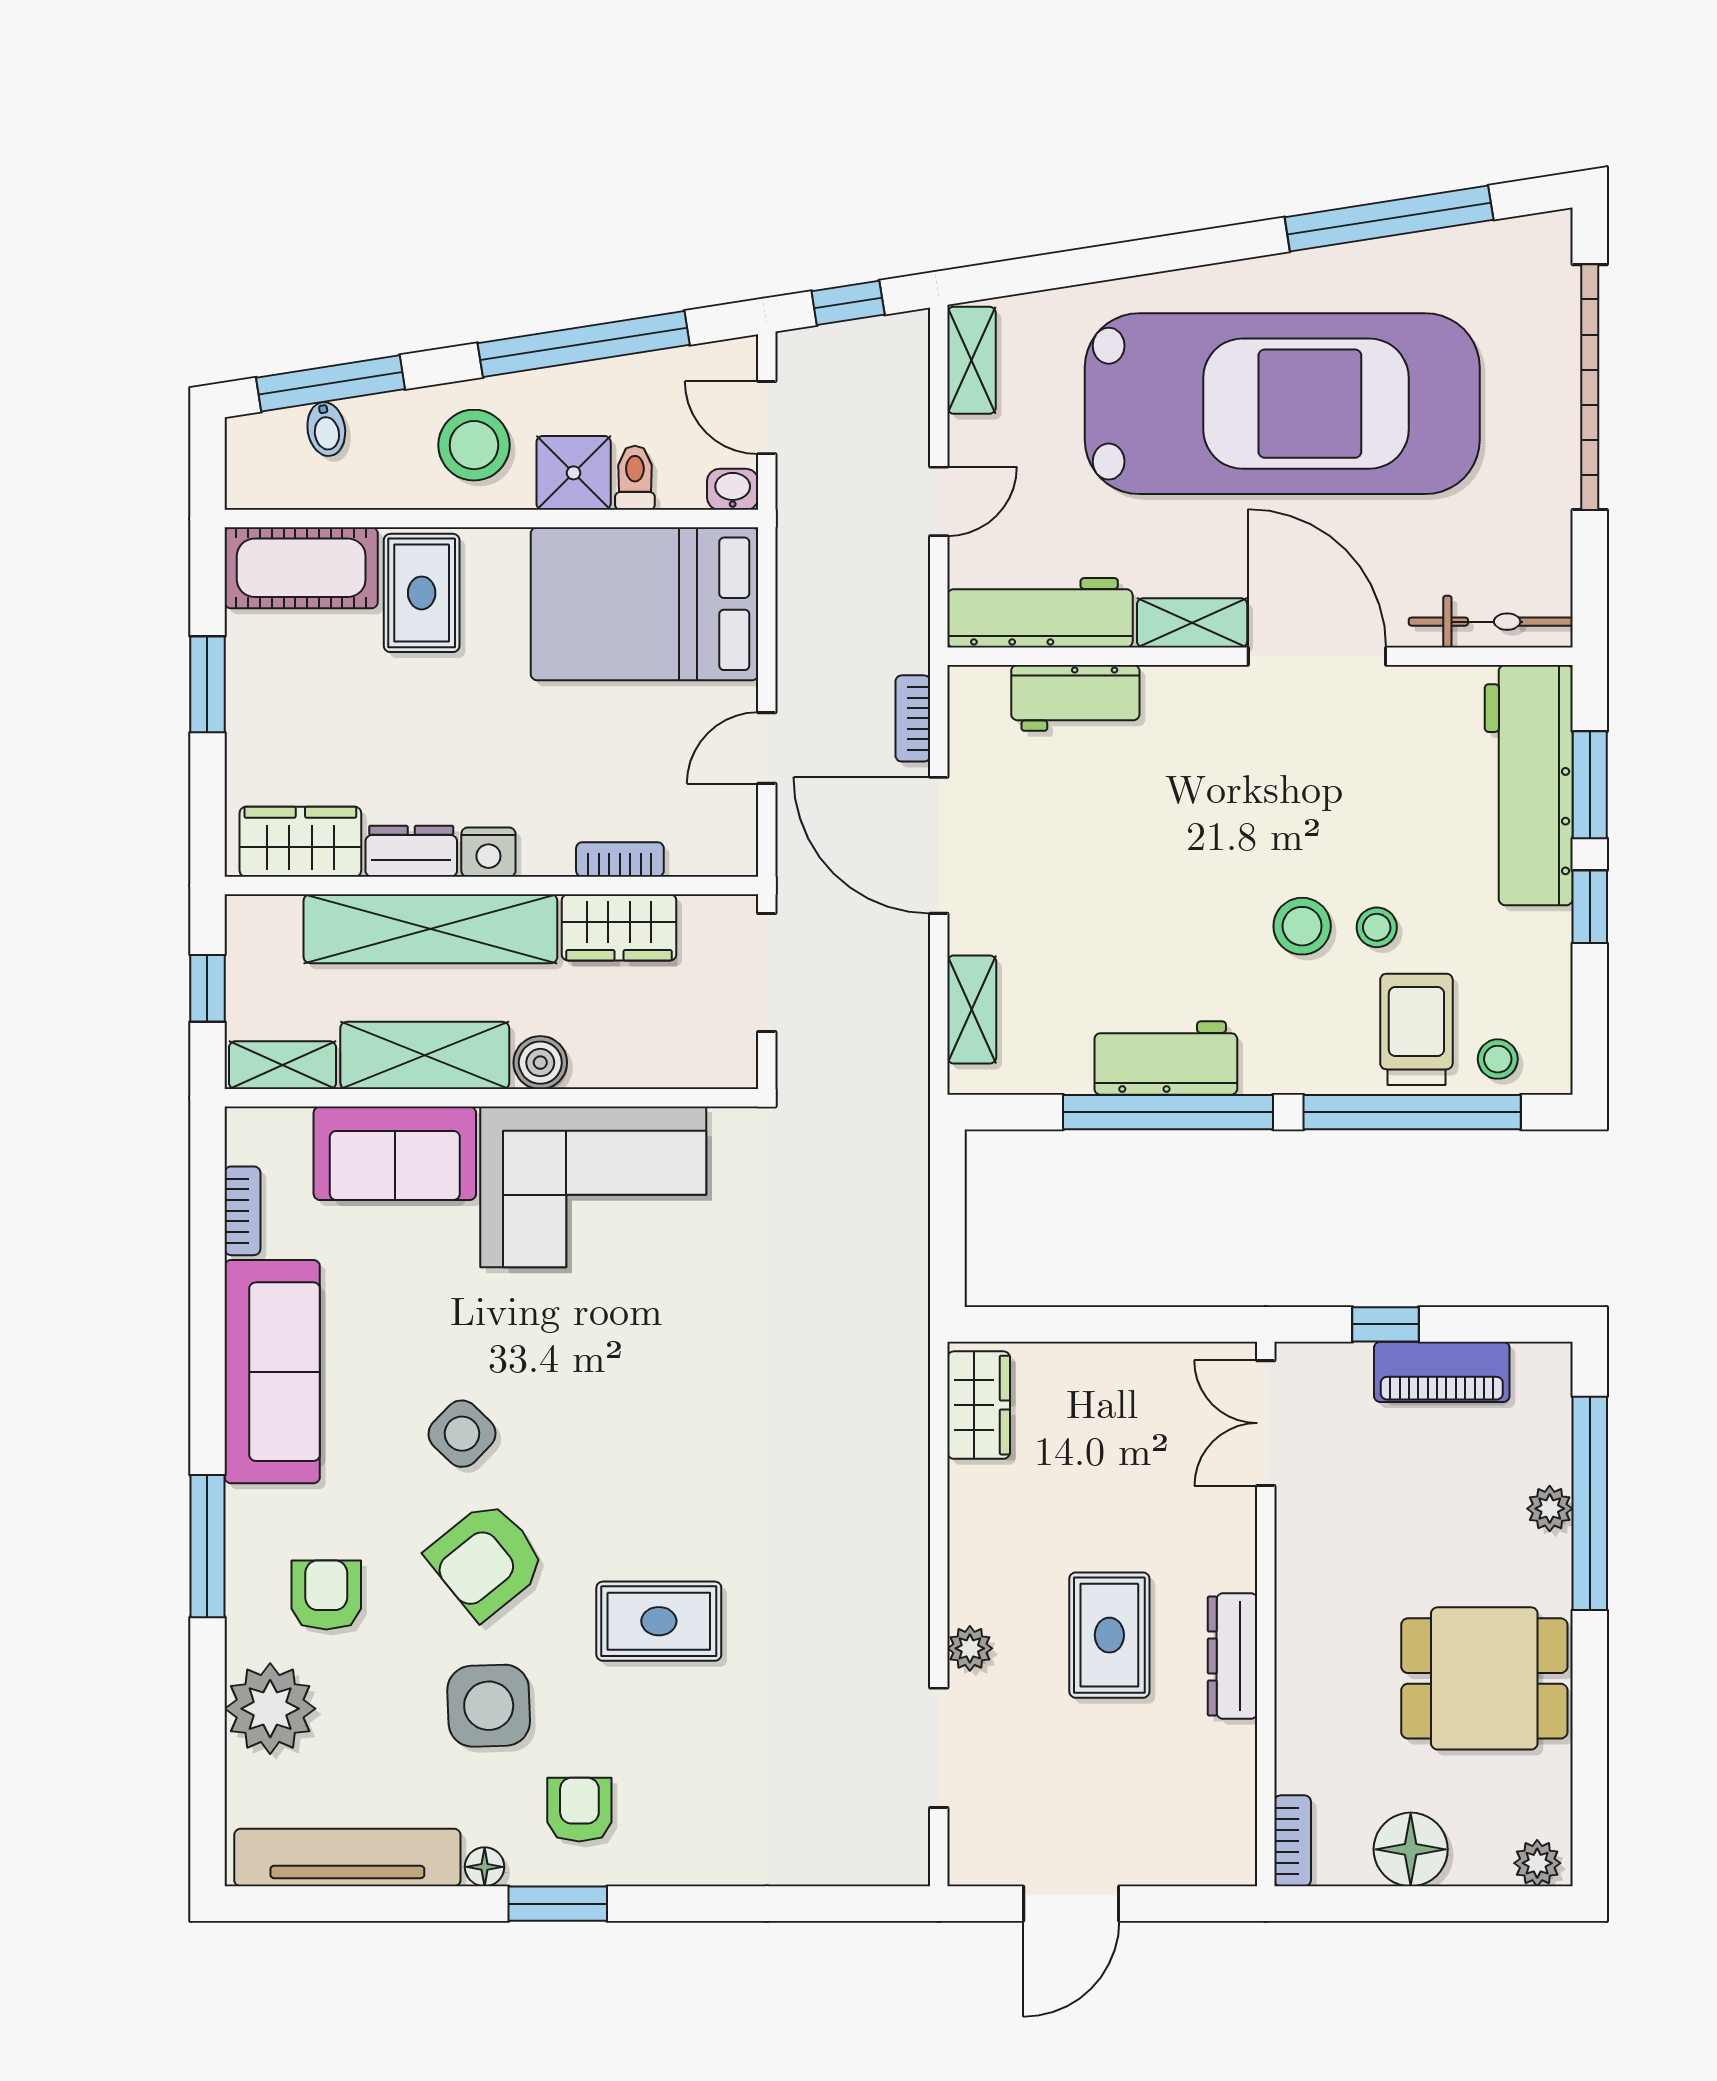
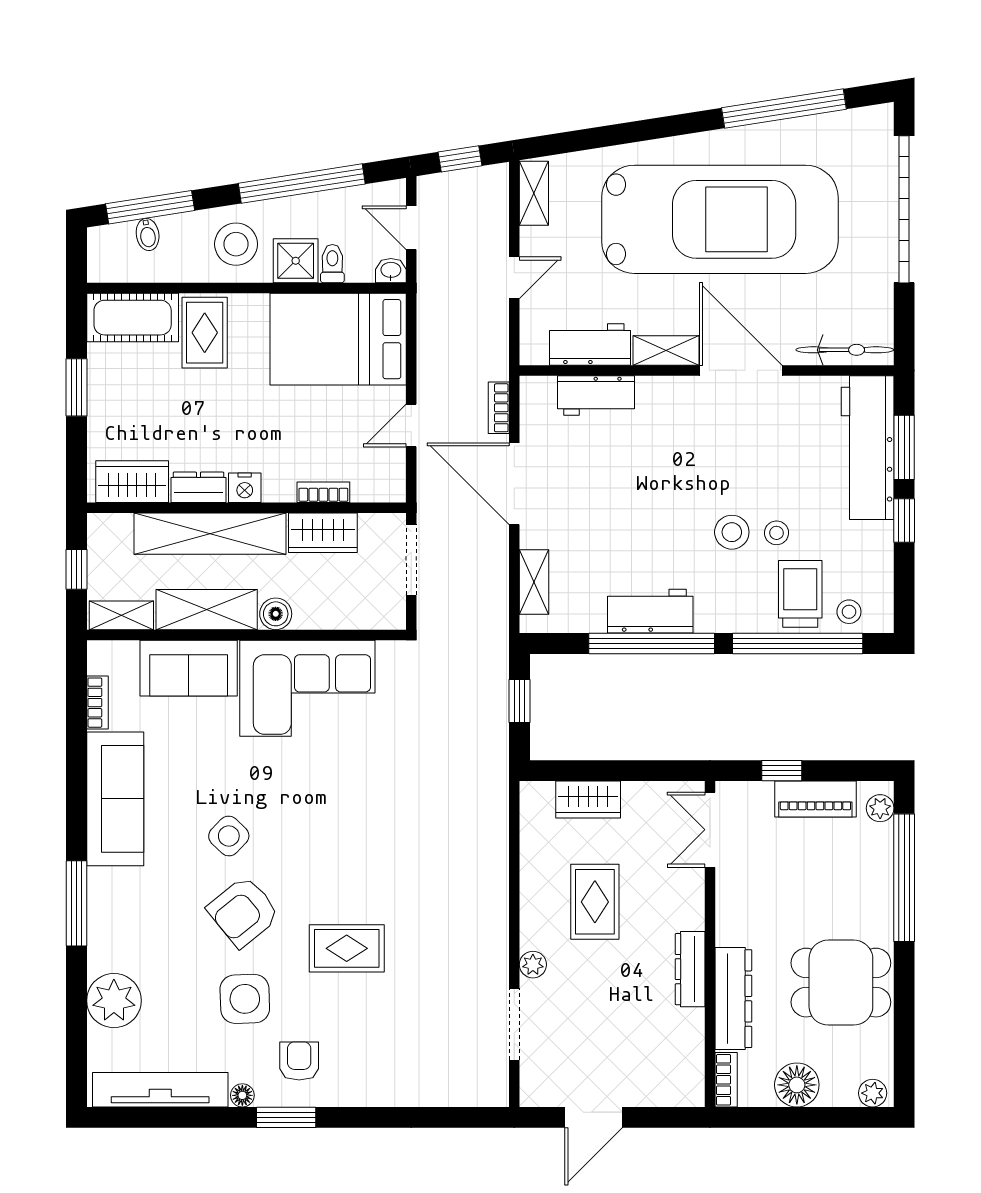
workbench: (1040, 613) -> (590, 345), width x0.73
window: (947, 1208) -> (519, 701), added
wardrobe: (979, 1405) -> (588, 800), moved, turned 90
plant: (1550, 1509) -> (880, 808), moved
armchair: (326, 1595) -> (148, 933), removed
rug: (1109, 1635) -> (595, 902), moved
dresser: (1305, 1705) -> (733, 999), added

